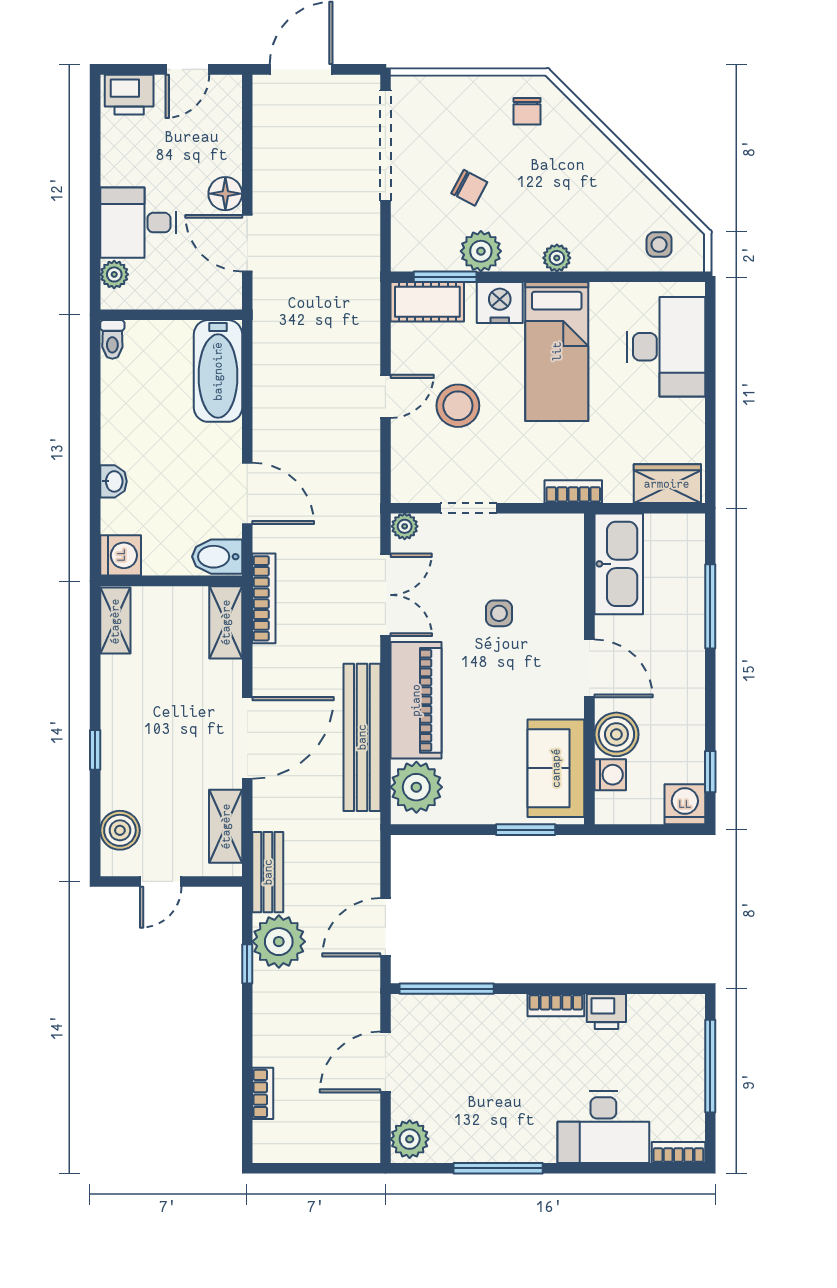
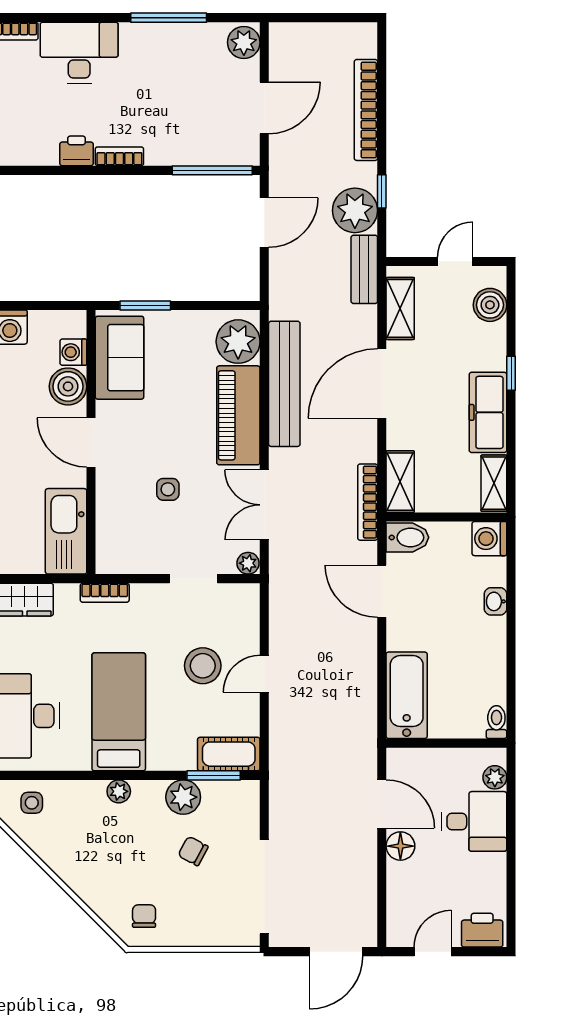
nightstand: (500, 302) -> (167, 754), removed
freezer: (122, 704) -> (488, 412), added
bookcase: (263, 1093) -> (366, 110), width x2.31, depth x1.31

